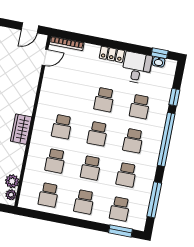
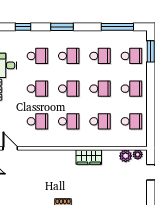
school desk: (69, 93) -> (37, 121), added
wardrobe: (21, 129) -> (89, 157), moved
window: (166, 140) -> (62, 27), width x0.47

